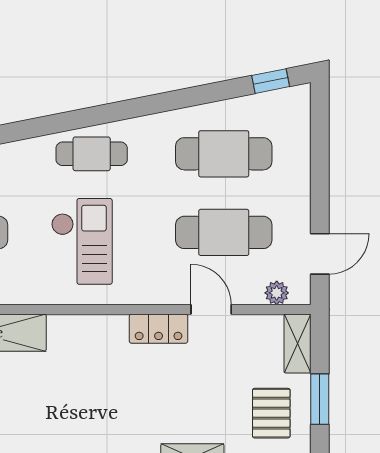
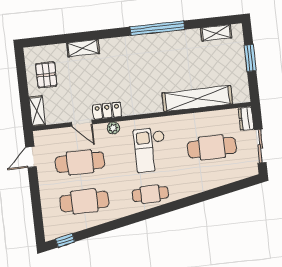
plant: (277, 293) -> (113, 128), moved
window: (320, 399) -> (23, 84), removed

